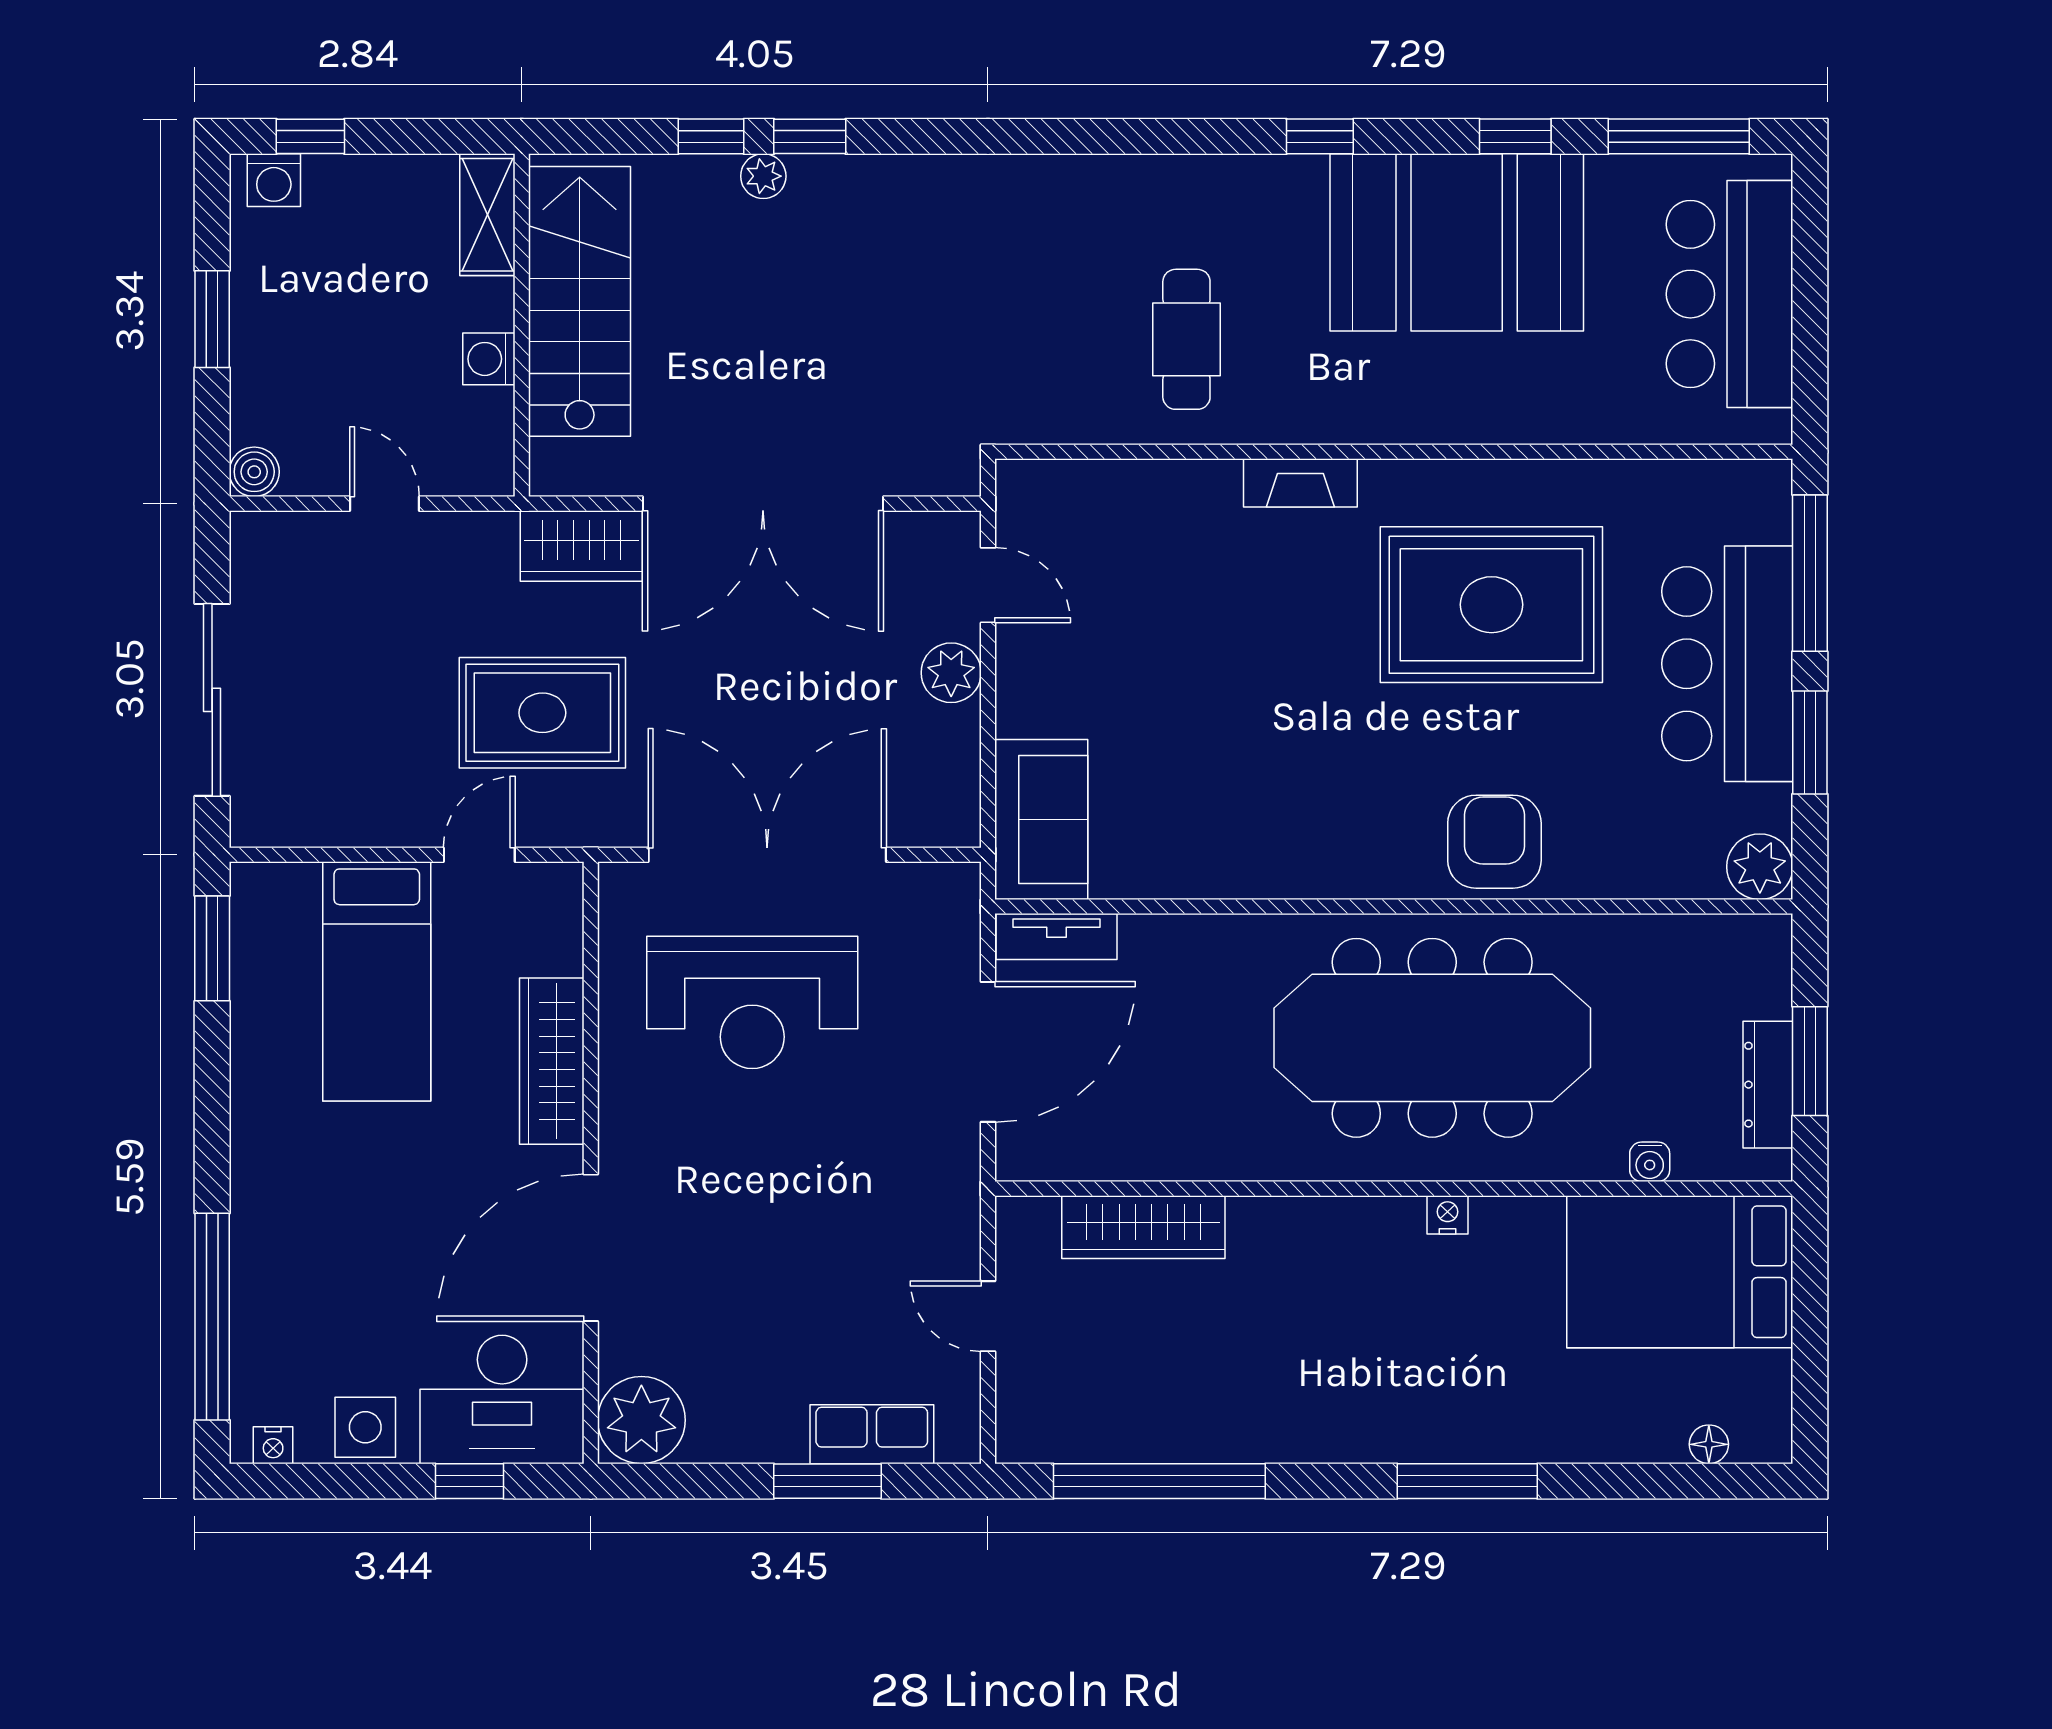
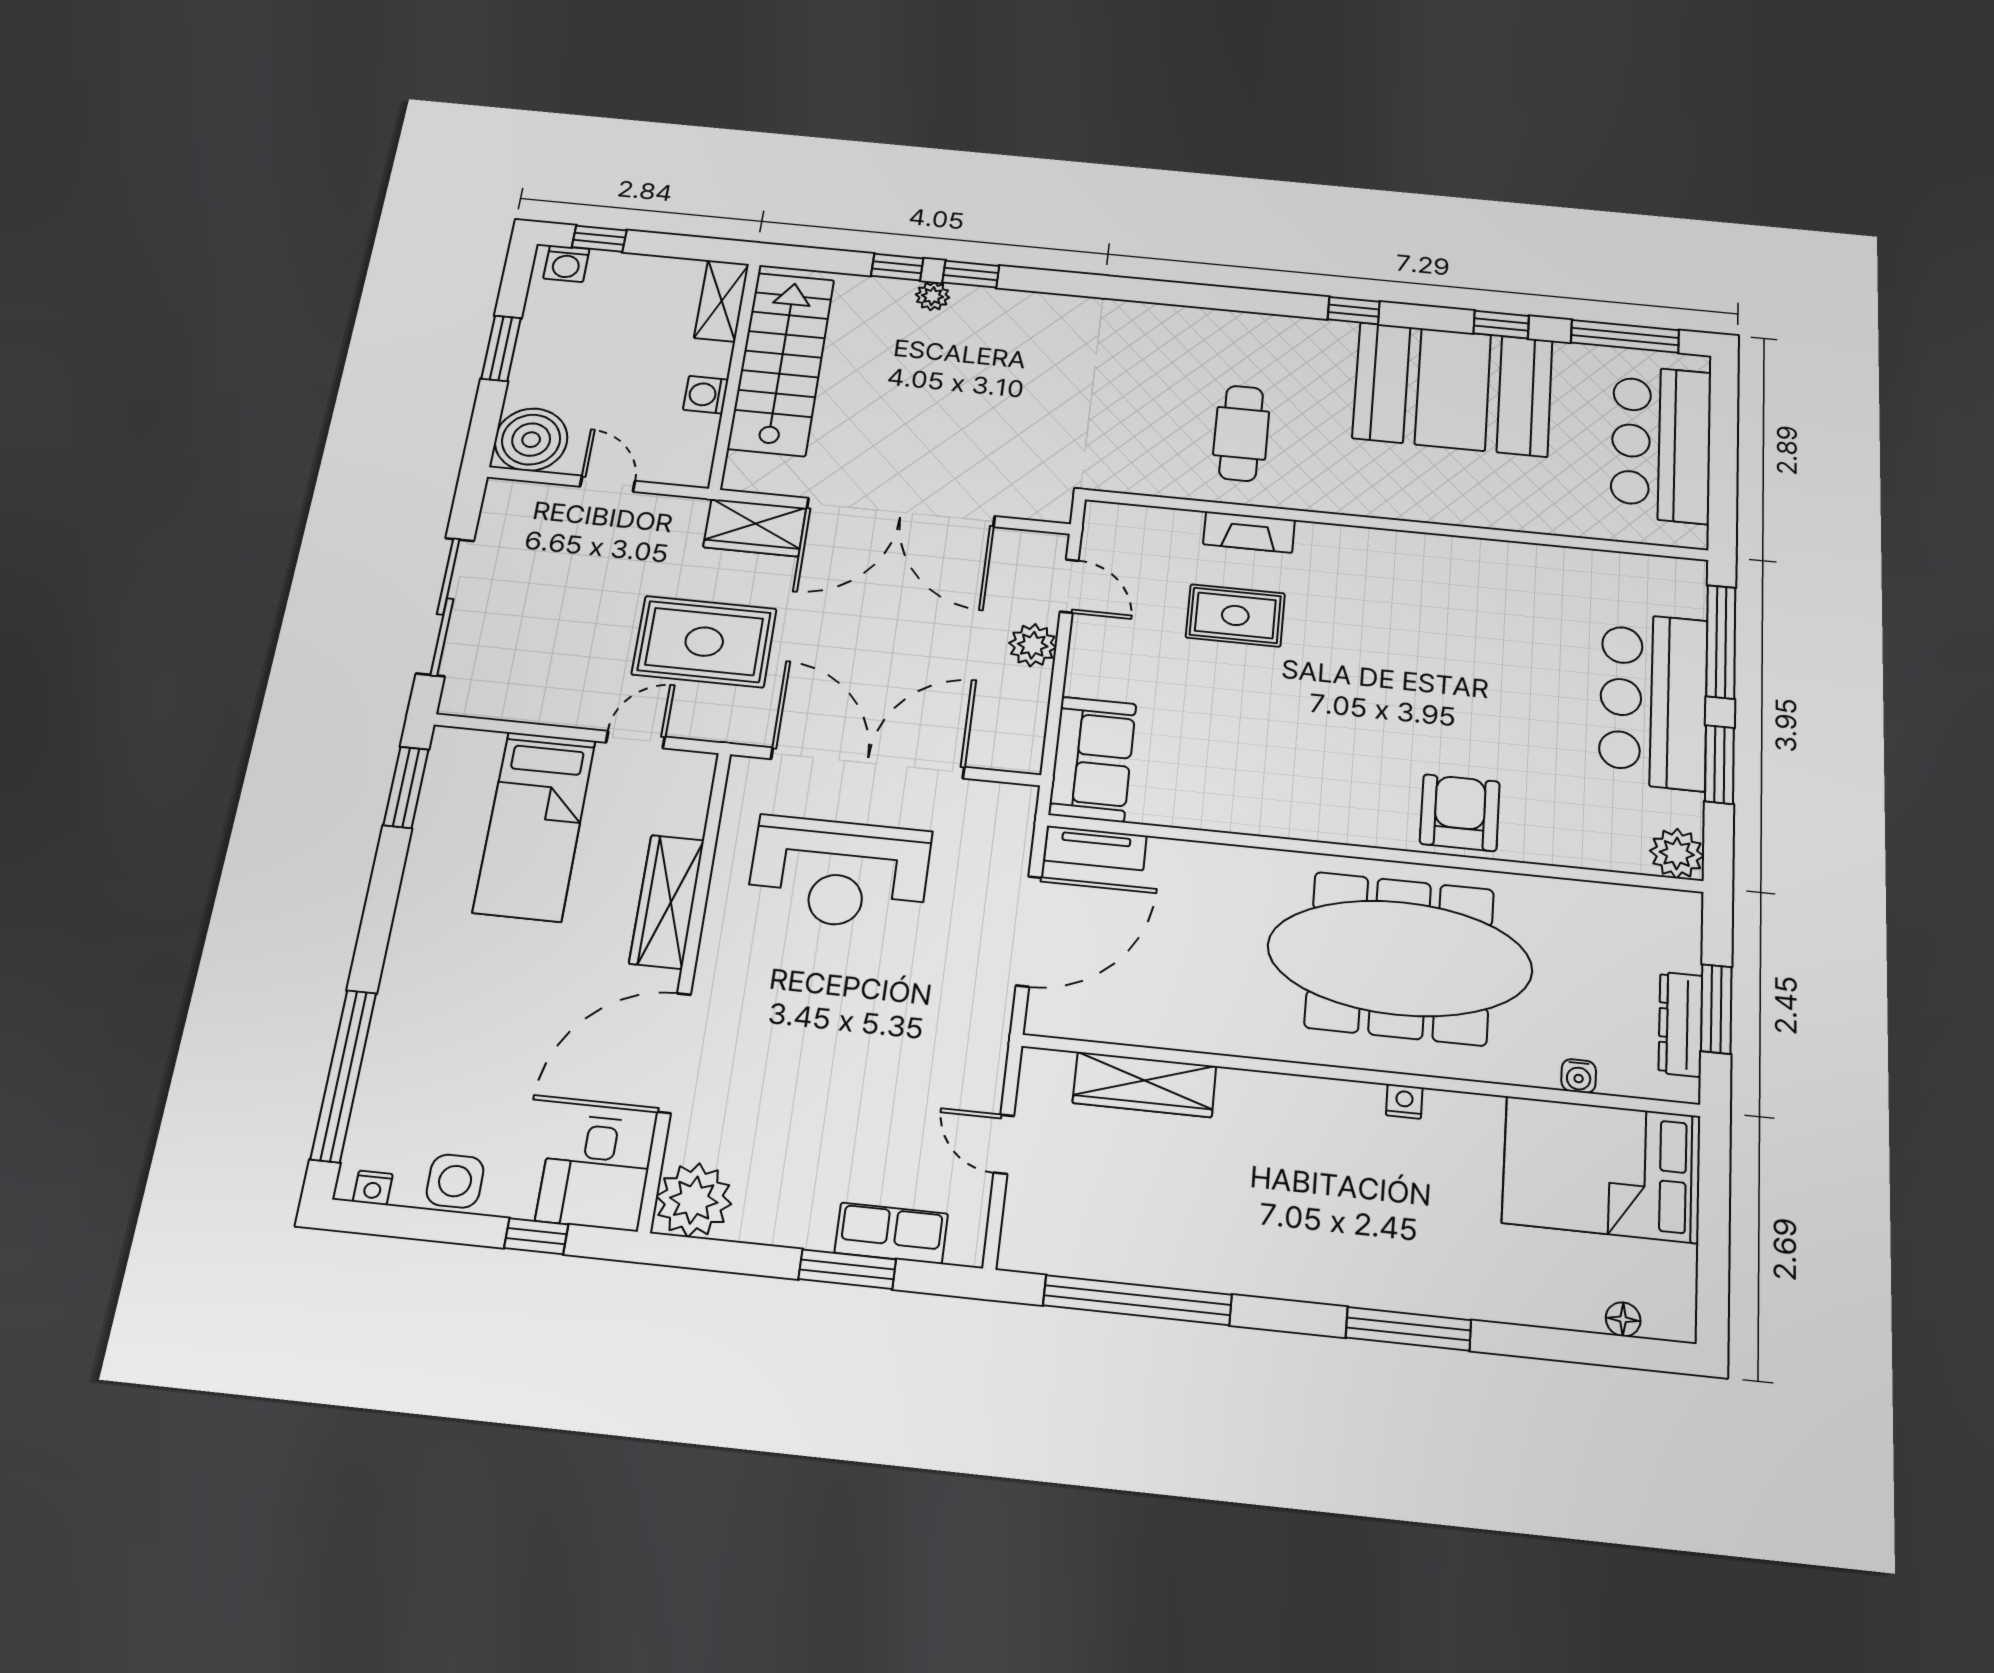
boiler: (254, 472) -> (531, 440), width x1.86, depth x1.86
fireplace: (1300, 483) -> (1249, 532), moved
rug: (1491, 605) -> (1235, 615), moved, width x0.54, depth x0.49
desk: (502, 1399) -> (596, 1172), width x0.73

